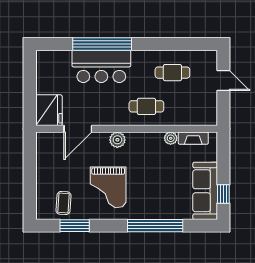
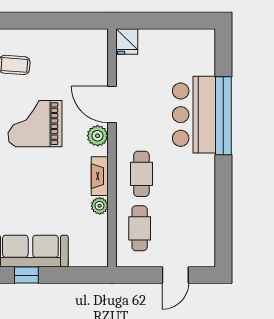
cafe table: (172, 73) -> (140, 228), moved
fridge: (49, 110) -> (127, 41), width x0.53, depth x0.75
door: (78, 129) -> (112, 104), moved
fireplace: (193, 138) -> (100, 176), moved

